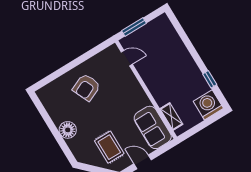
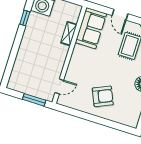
door: (127, 58) -> (59, 86), swing flipped
shelving: (171, 117) -> (69, 34), moved

